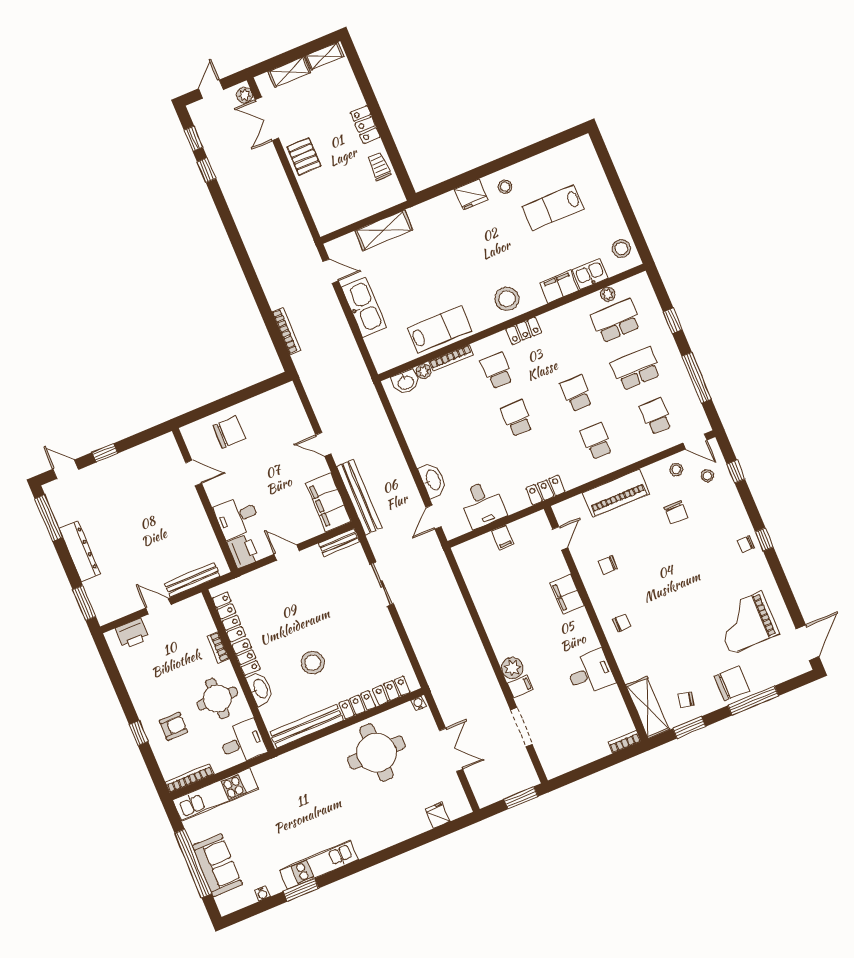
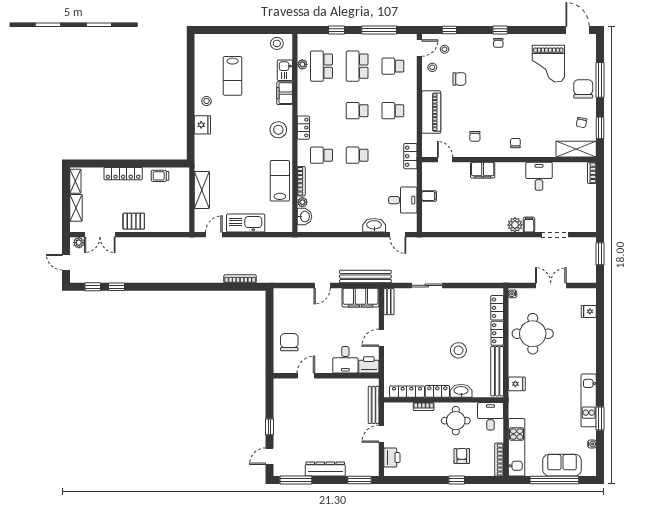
locker: (365, 125) -> (123, 174), width x1.53
fridge: (301, 759) -> (517, 384), added

